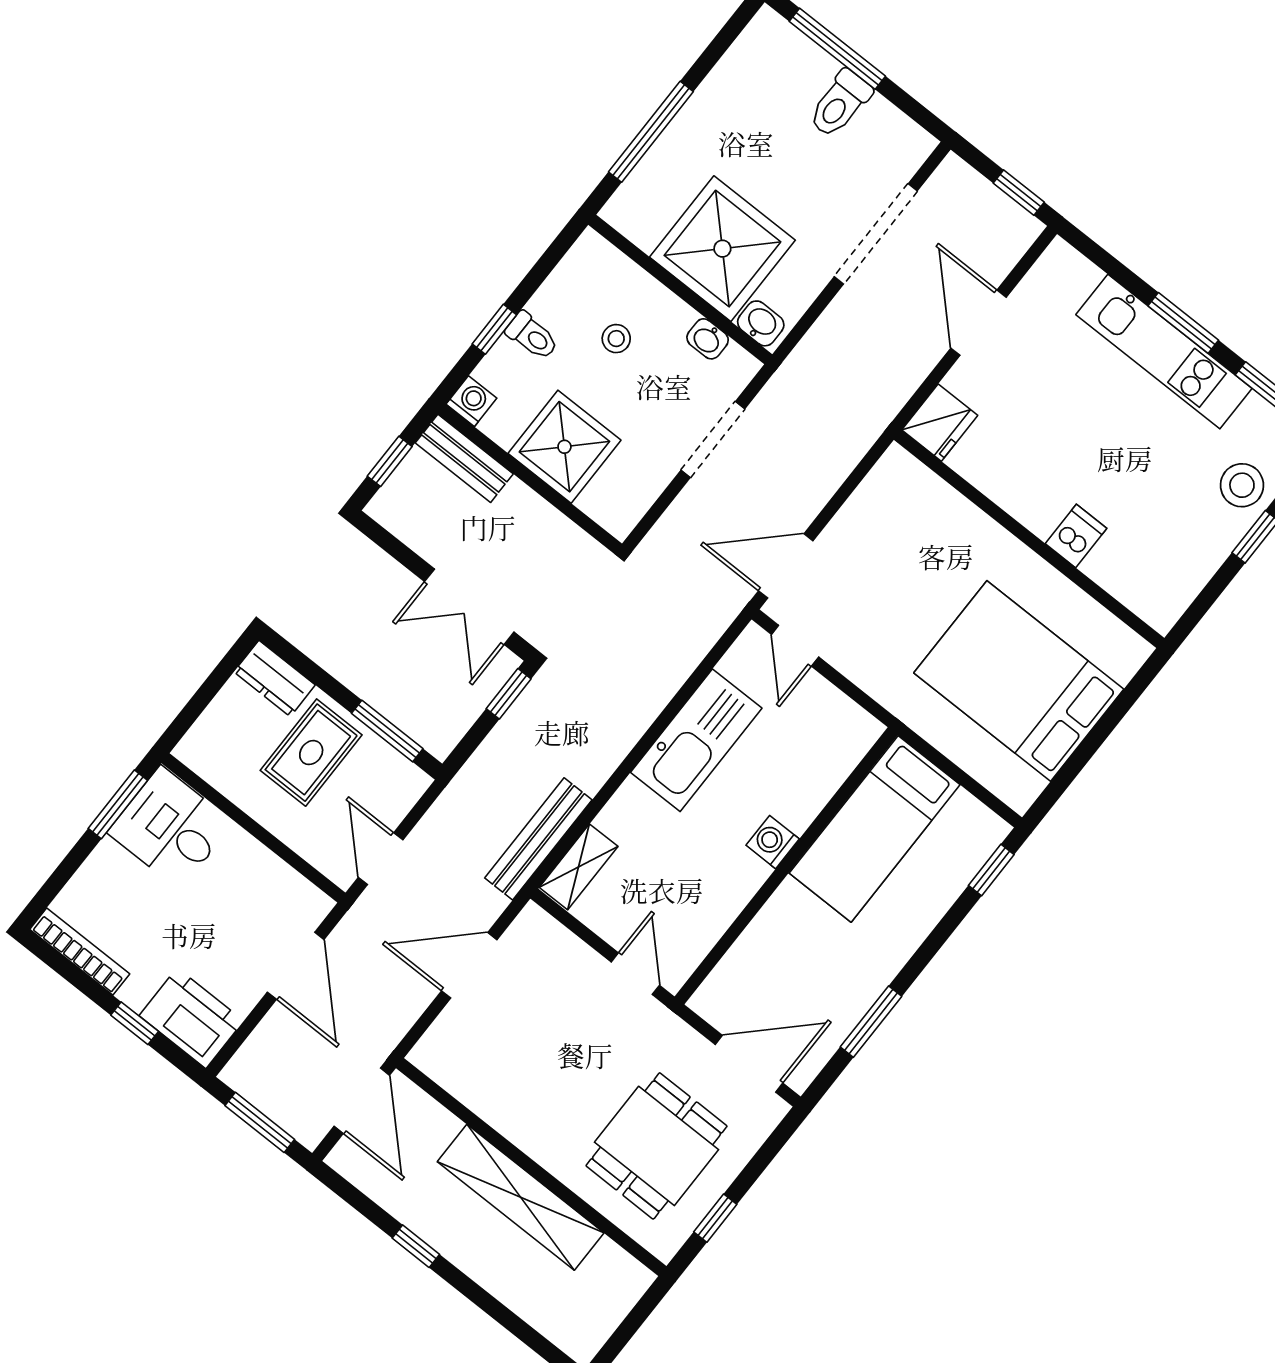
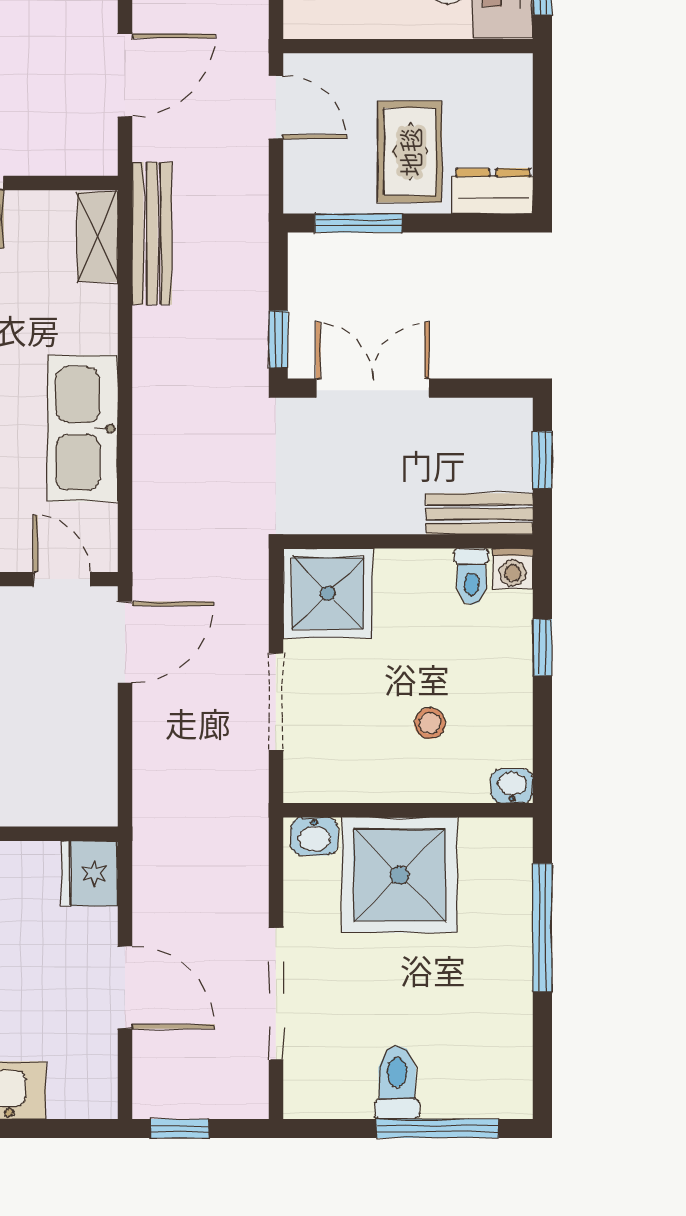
toilet: (532, 336) -> (472, 576), moved, turned -90
washbasin: (708, 339) -> (512, 786), moved
shower: (564, 447) -> (328, 593), moved

